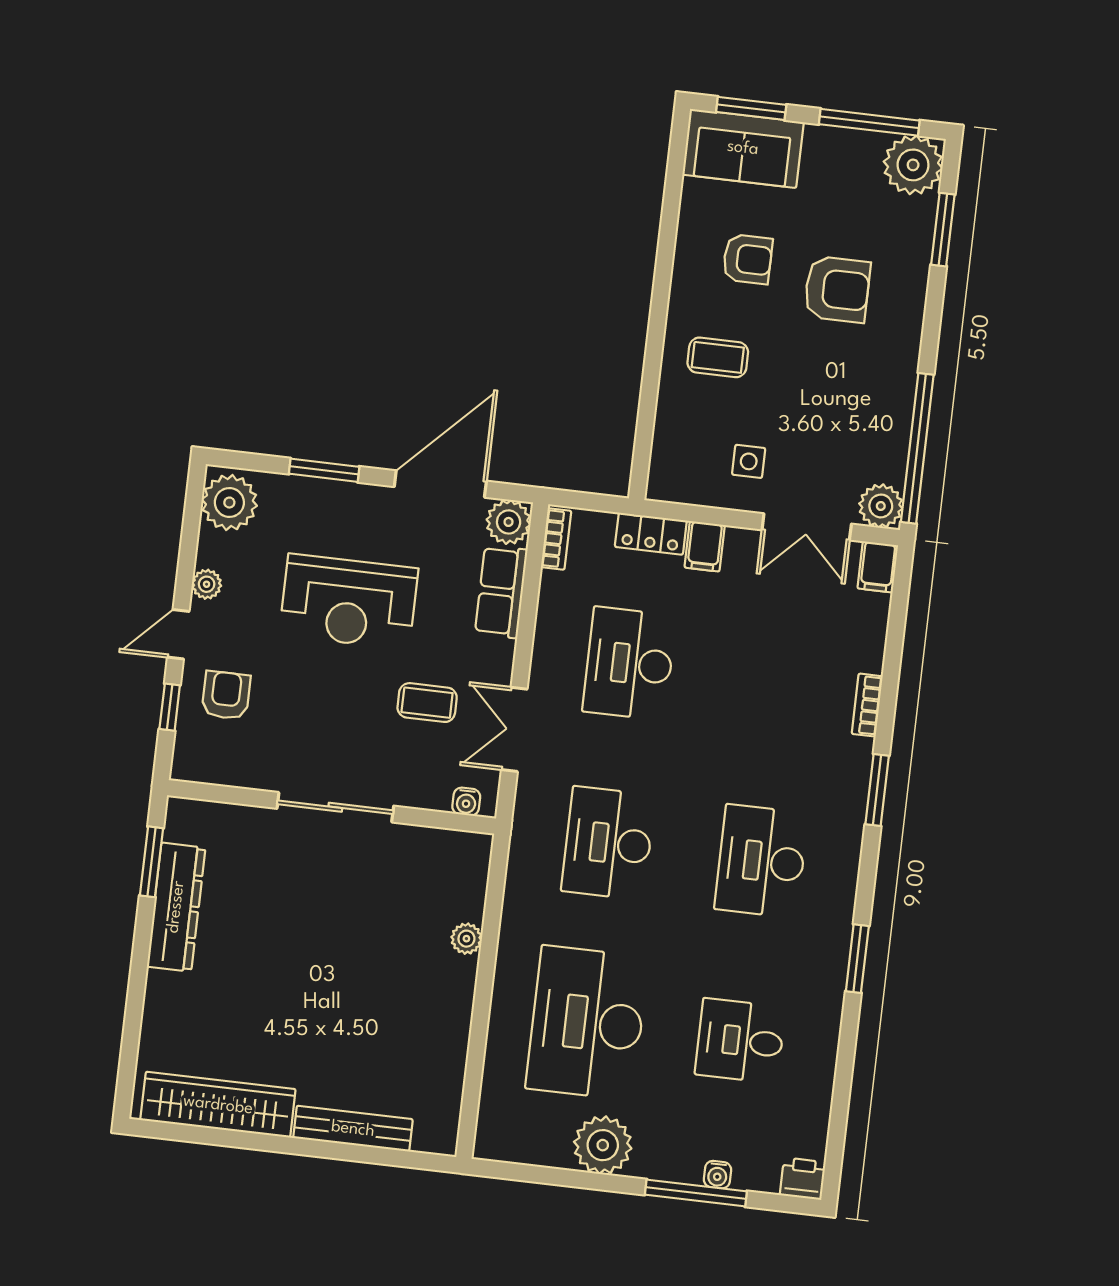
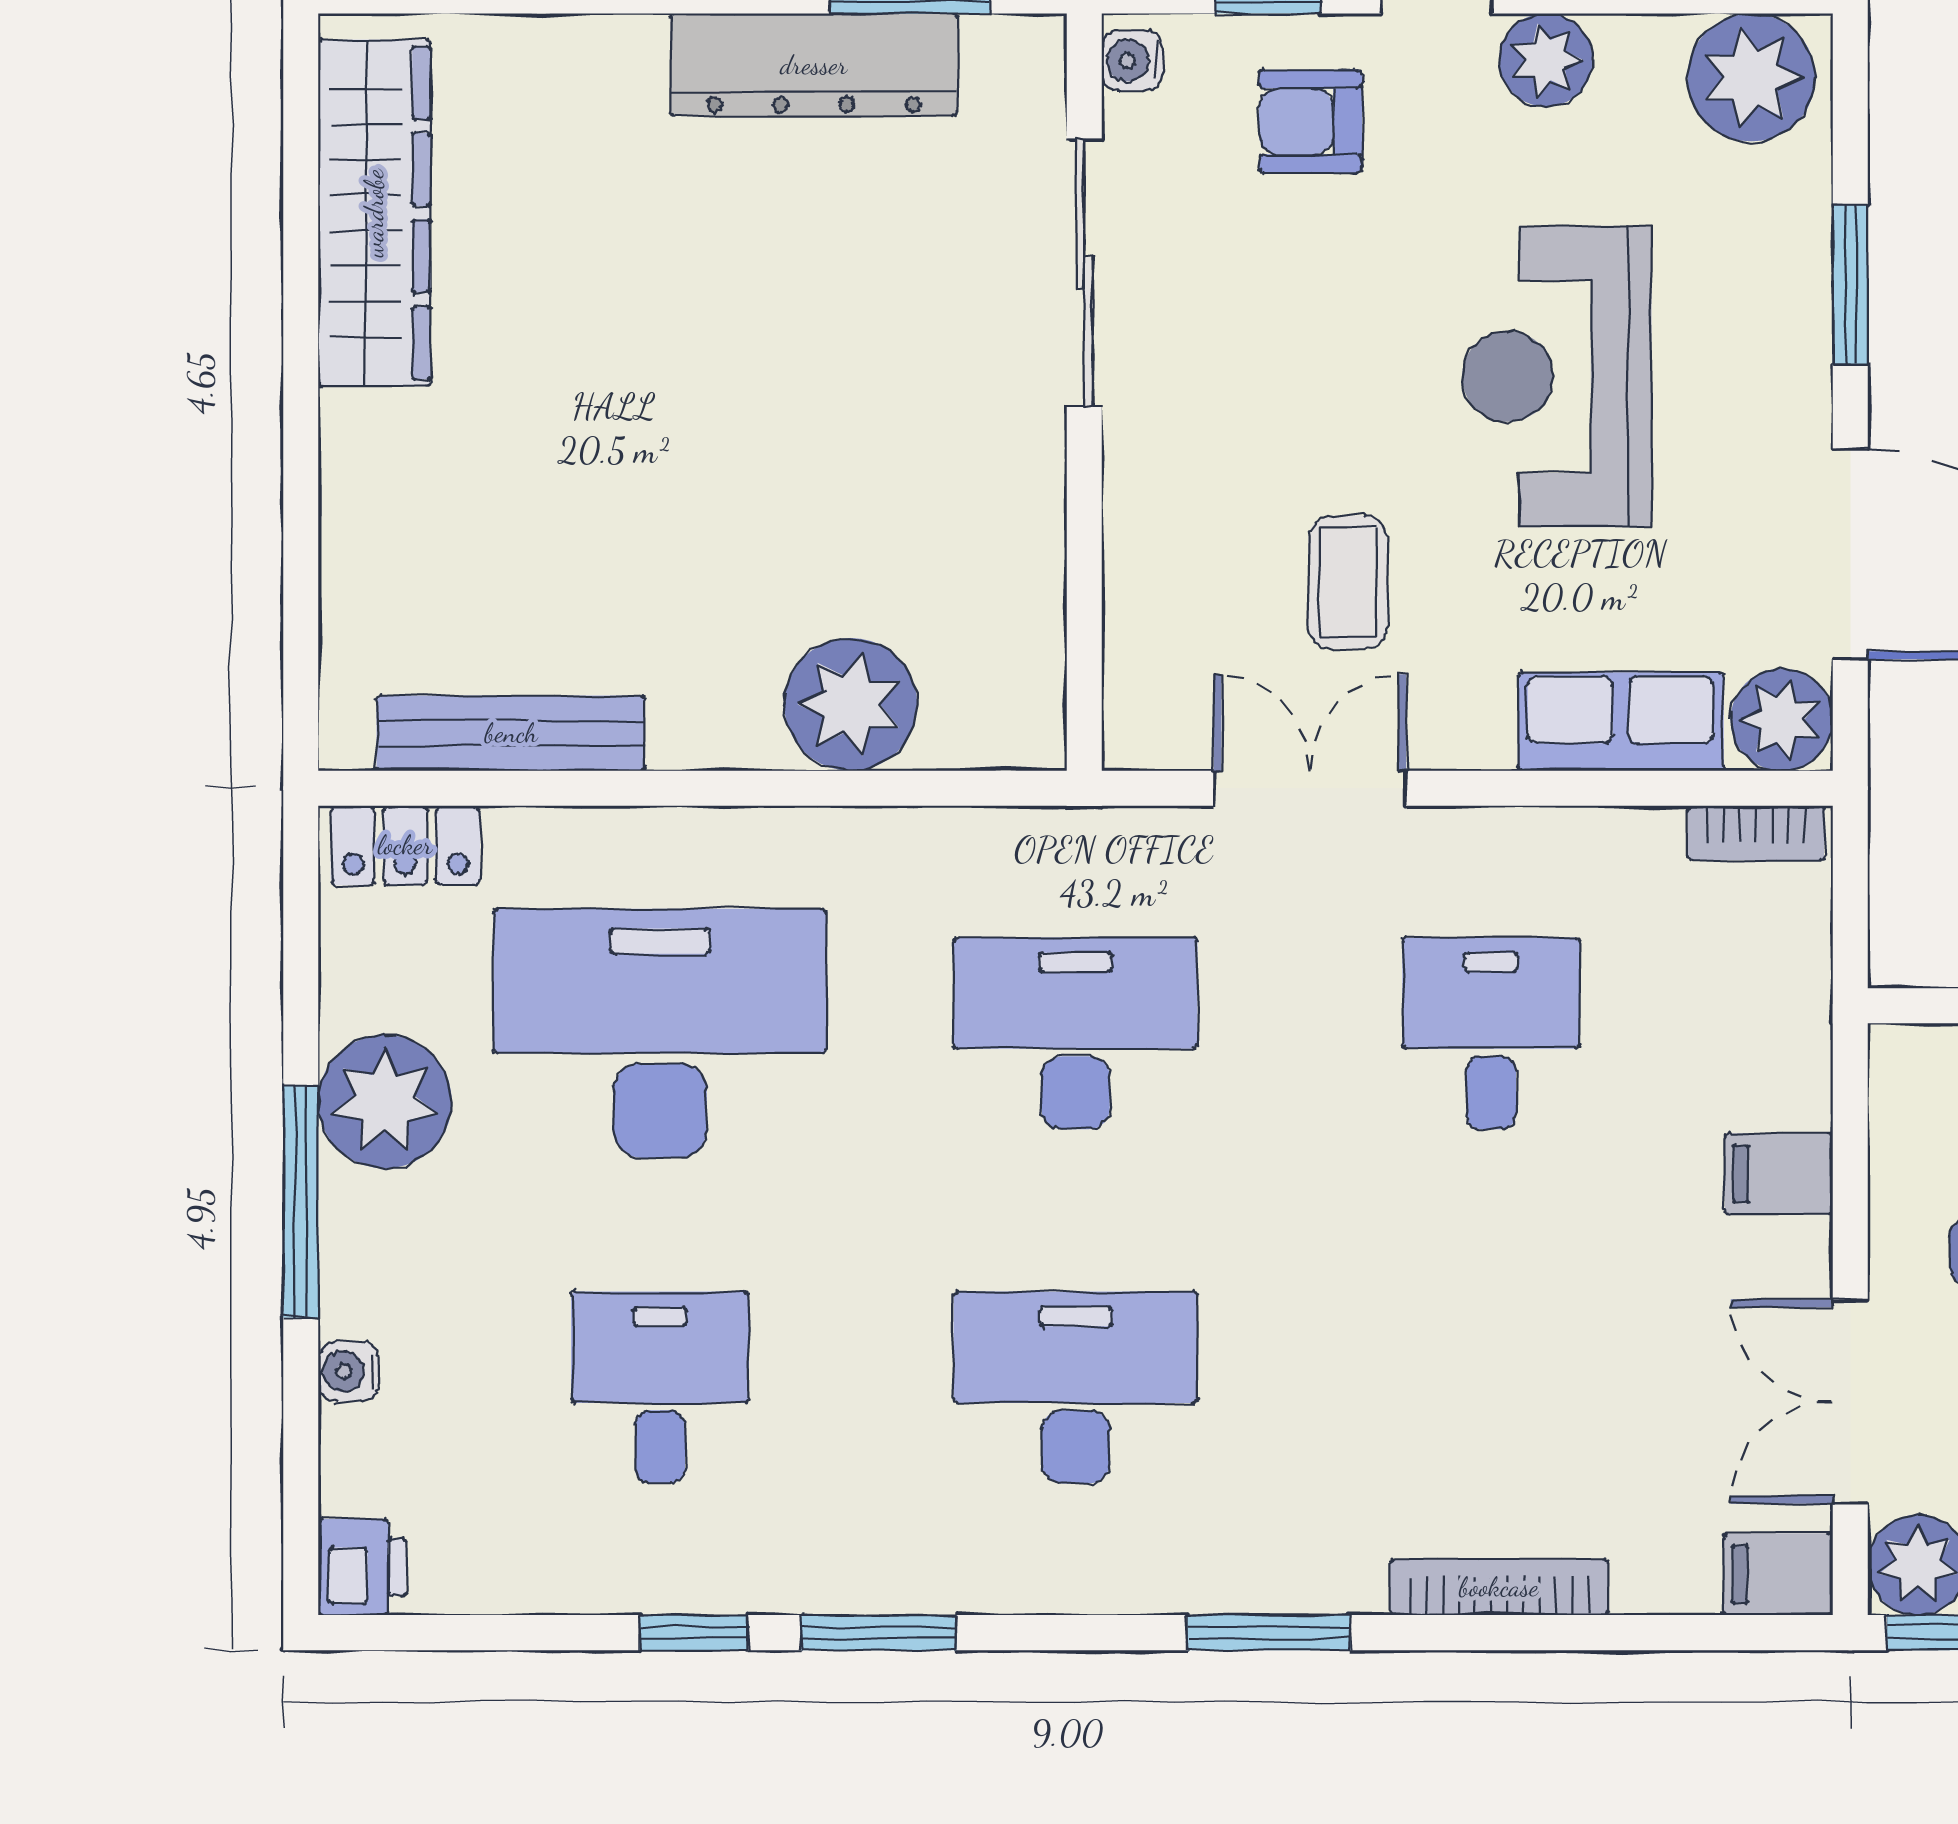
locker: (651, 534) -> (405, 845), moved, turned -90
plant: (207, 584) -> (1546, 60), width x1.38, depth x1.38
desk: (629, 664) -> (1491, 1033), width x0.73
armchair: (226, 695) -> (1311, 121), turned 180
bookcase: (867, 705) -> (1499, 1587), width x1.56
water cooler: (466, 802) -> (1132, 61), moved
sliding door: (335, 807) -> (1084, 272), moved
plant: (466, 939) -> (851, 704), width x1.88, depth x1.88
window: (848, 1039) -> (694, 1633), added
bench: (353, 1129) -> (511, 733), moved, turned 90
window: (696, 1193) -> (301, 1201), moved

